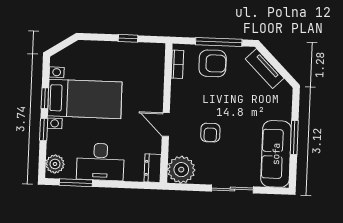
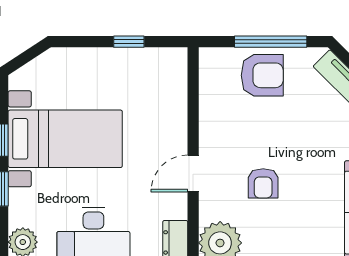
bookcase: (177, 64) -> (207, 79), removed
door: (166, 124) -> (193, 173), hinge flipped

